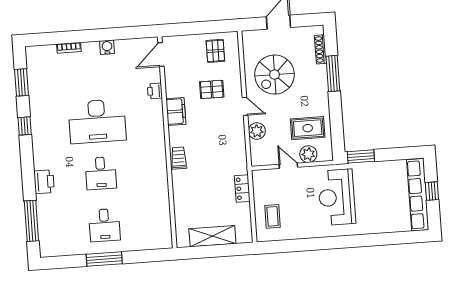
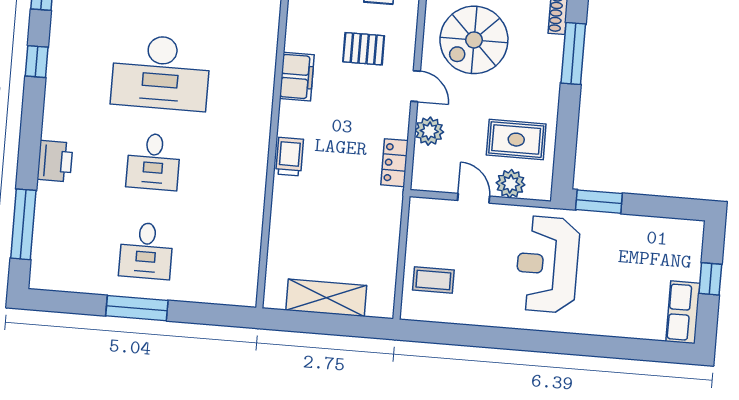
printer: (155, 91) -> (267, 36), removed
locker: (242, 189) -> (394, 163), moved
row of seats: (418, 195) -> (683, 312), width x0.50
coffee table: (273, 216) -> (433, 280), turned 90

